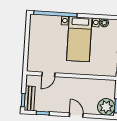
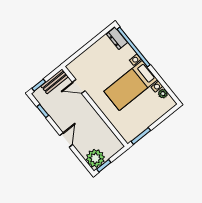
dresser: (40, 20) -> (117, 38), added
bench: (30, 98) -> (55, 81), moved

